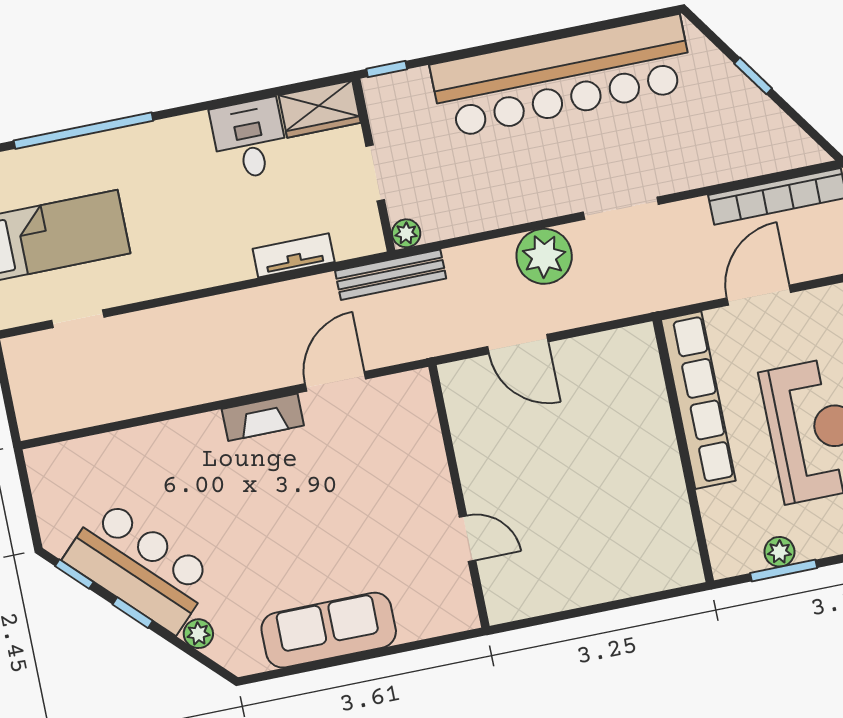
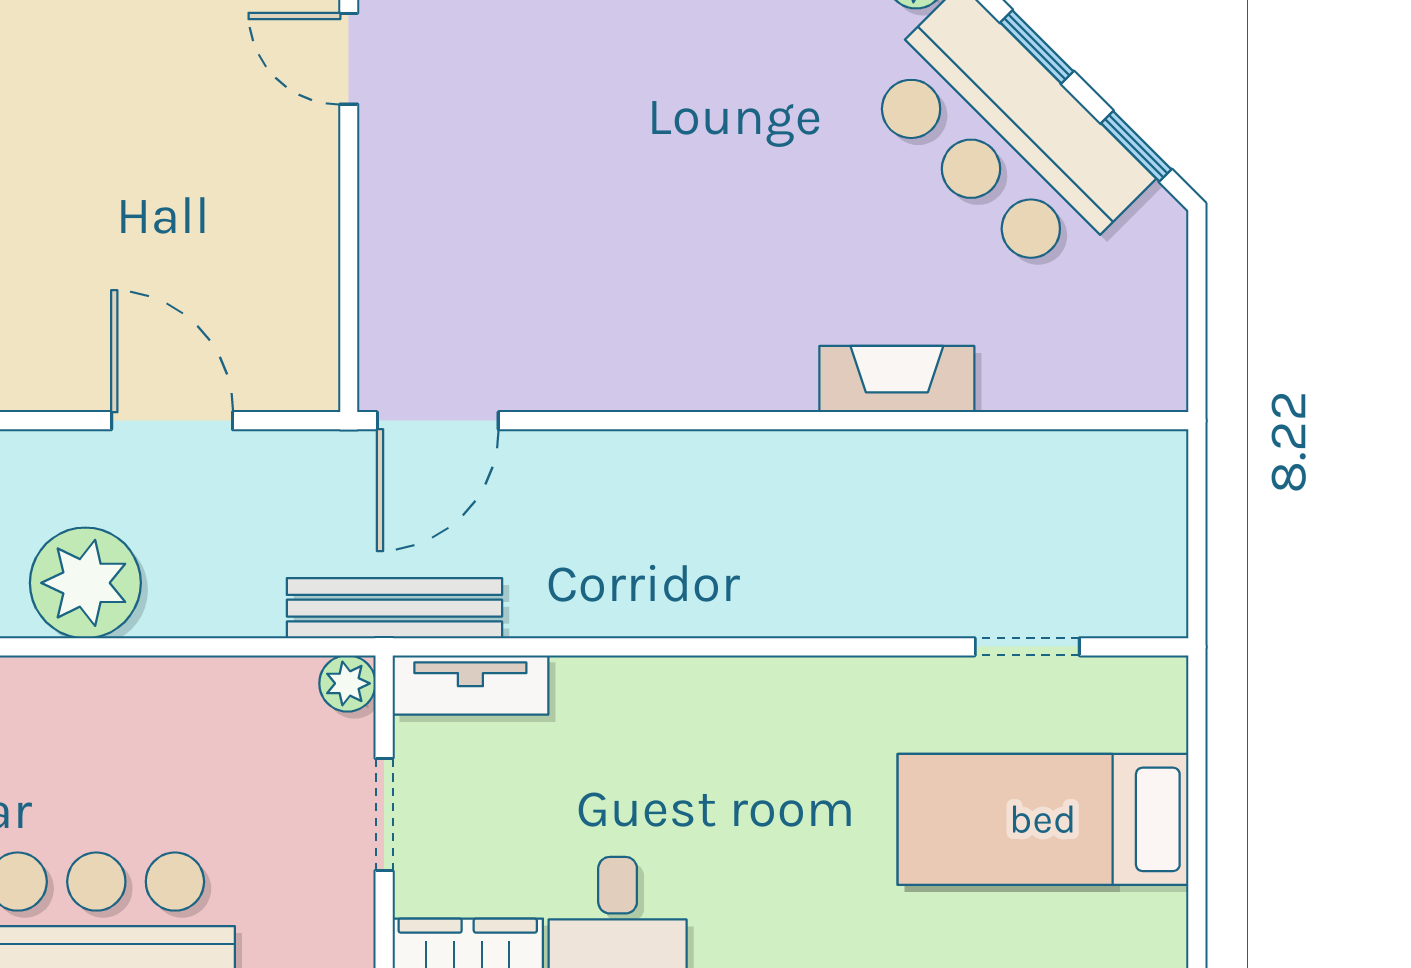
tv unit: (294, 255) -> (470, 685), moved
door: (335, 381) -> (438, 421), moved
fireplace: (263, 417) -> (897, 379), moved

